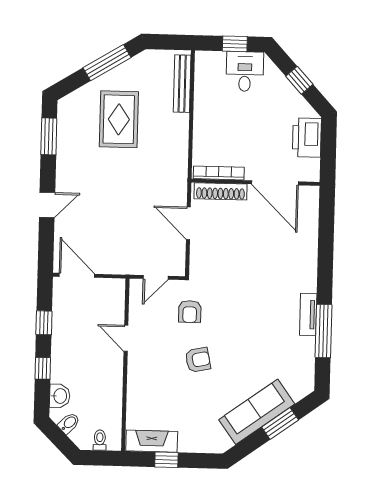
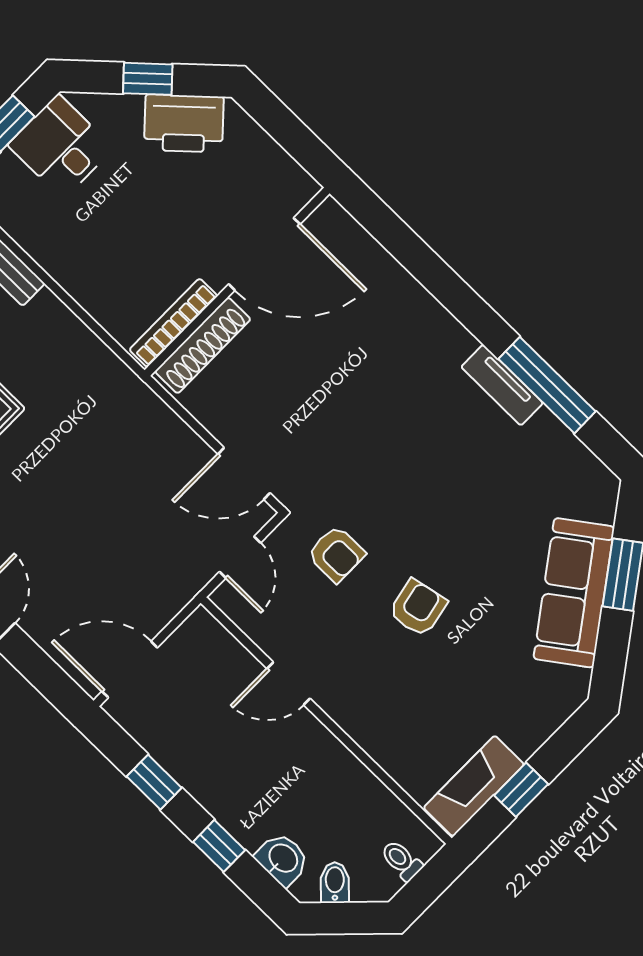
printer: (307, 138) -> (184, 123), moved, turned -43
door: (188, 223) -> (244, 474), moved

